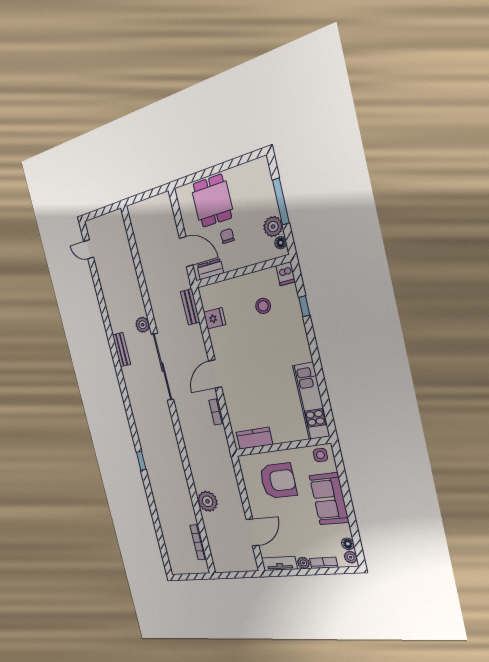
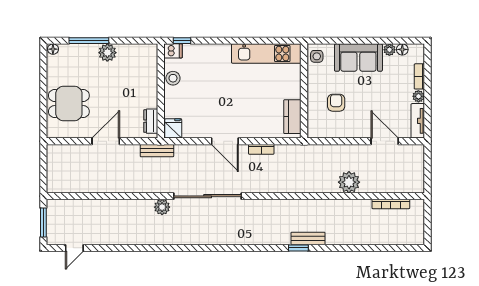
window: (101, 212) -> (43, 223), added
chair: (227, 236) -> (103, 97), removed
floor lamp: (281, 243) -> (53, 49), moved
dresser: (210, 269) -> (151, 121), moved
wall: (242, 272) -> (161, 91), moved
dishwasher: (286, 274) -> (173, 51), moved
bench: (122, 350) -> (308, 238), moved
armchair: (278, 481) -> (336, 103), width x0.53, depth x0.53
plant: (351, 557) -> (389, 50), moved

